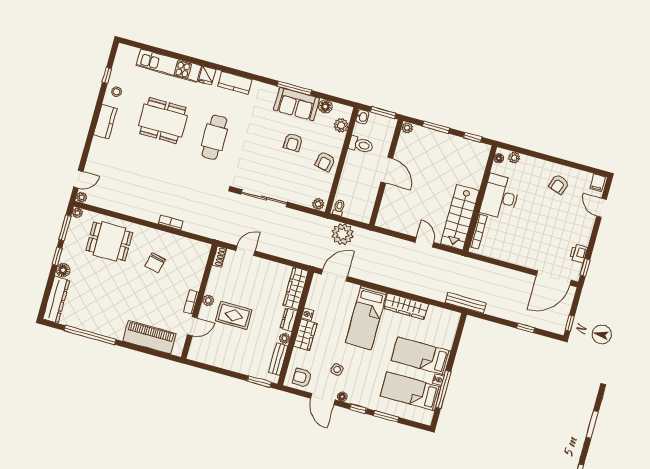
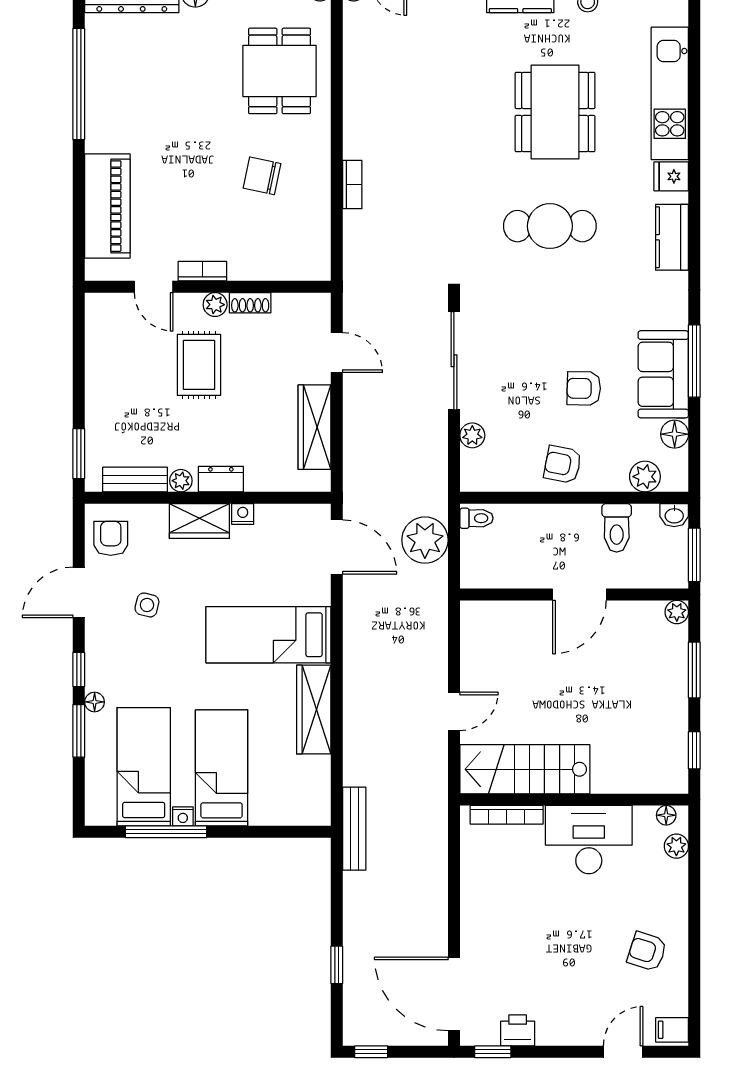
plant: (318, 204) -> (472, 435), moved
shoe rack: (219, 257) -> (250, 303), moved
wardrobe: (296, 288) -> (315, 427), moved, turned -90
floor lamp: (342, 397) -> (95, 702), moved

